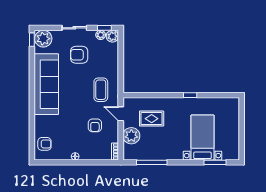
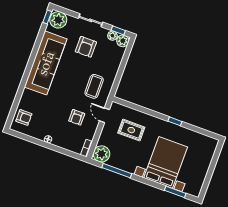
armchair: (79, 55) -> (86, 47), turned -90
plant: (131, 136) -> (102, 154), moved
bed with nightstands: (202, 138) -> (166, 162), width x1.36

